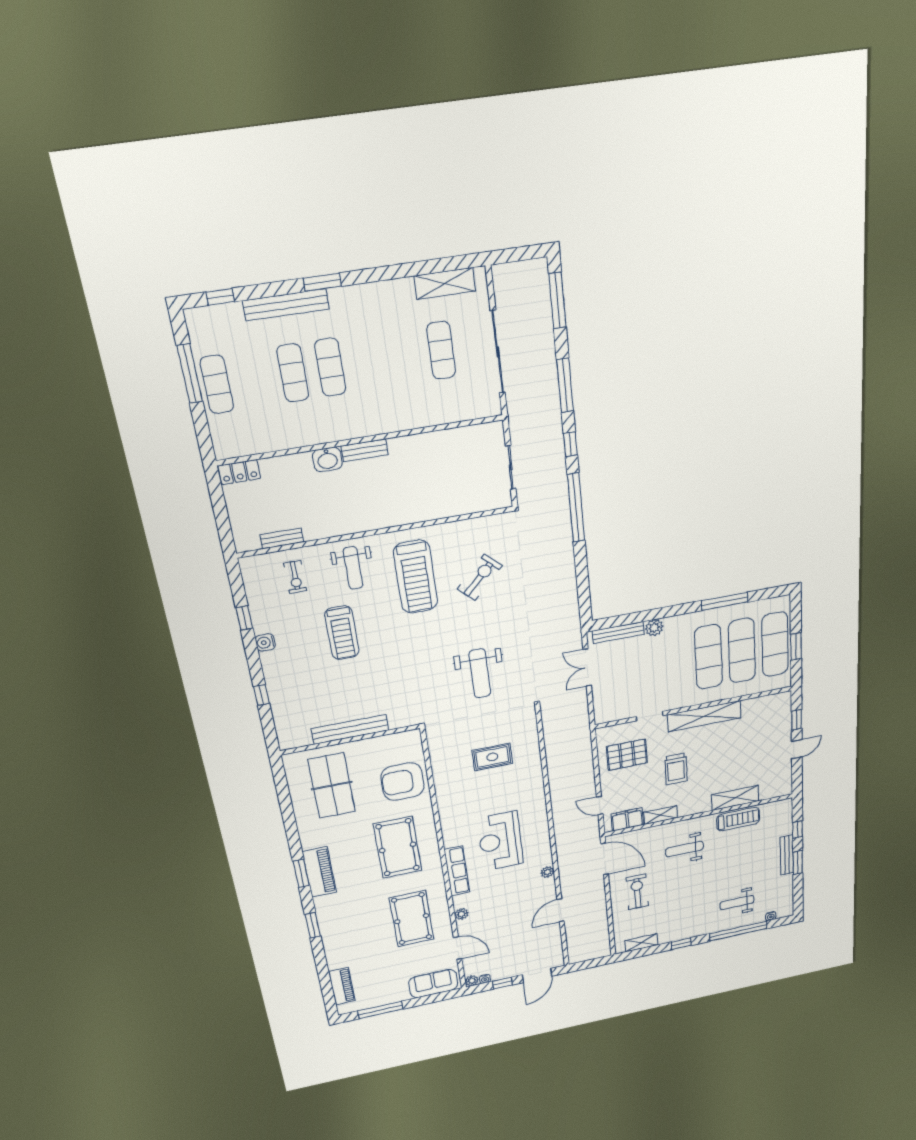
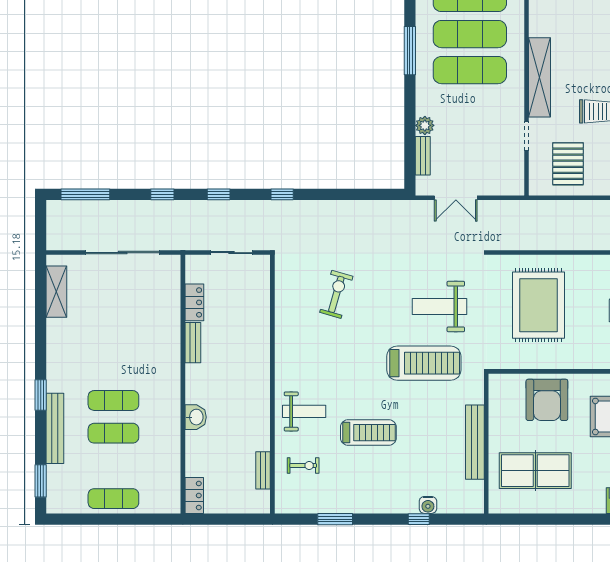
window: (220, 297) -> (41, 481), width x1.50
exercise mat: (441, 350) -> (113, 302), removed
window: (190, 374) -> (101, 519), removed
window: (565, 385) -> (162, 194), width x0.46
locker: (453, 438) -> (194, 302), added
bench: (365, 450) -> (193, 343), moved
window: (576, 508) -> (282, 194), width x0.32
treadmill: (416, 577) -> (424, 363), moved
exercise bike: (480, 577) -> (336, 294), turned 62
window: (244, 618) -> (335, 519), width x1.50
bench: (618, 633) -> (423, 156), width x0.73
water cooler: (265, 642) -> (428, 505), moved
weight bench: (480, 673) -> (439, 307), turned 180
rug: (492, 757) -> (538, 305), width x1.86, depth x2.06

